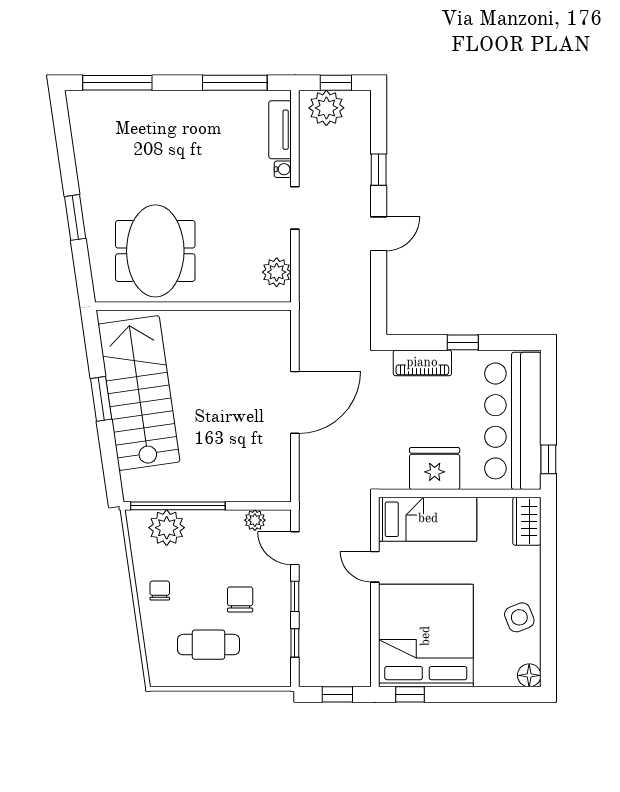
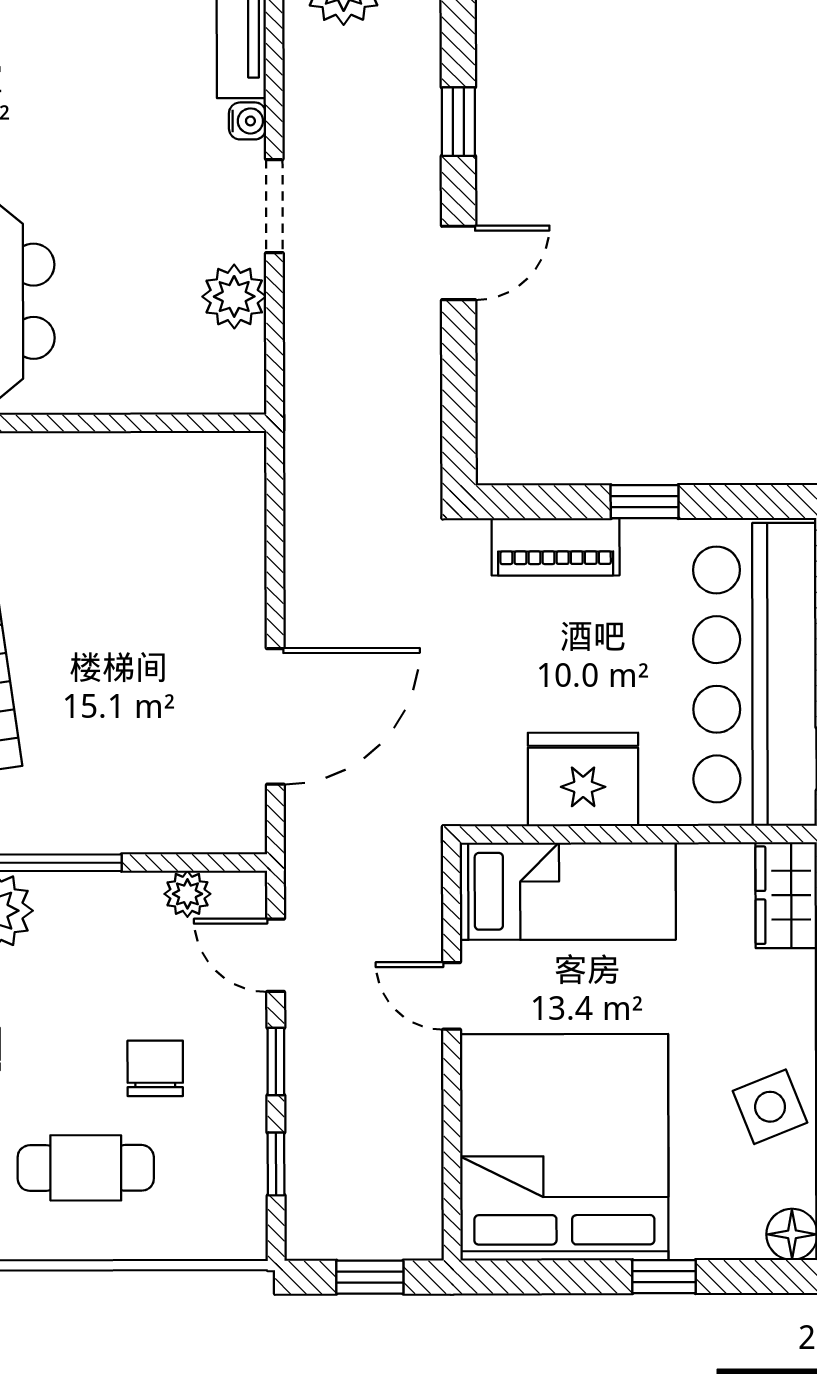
plant: (277, 272) -> (234, 296), moved
door: (295, 402) -> (275, 716), moved
window: (410, 694) -> (664, 1277), moved

